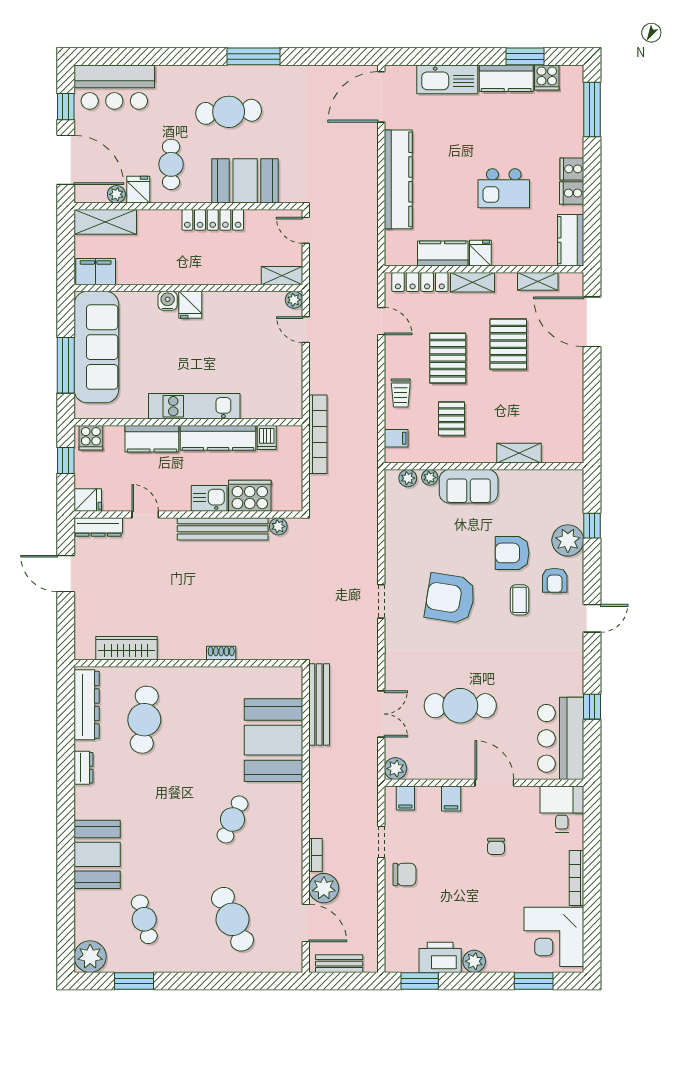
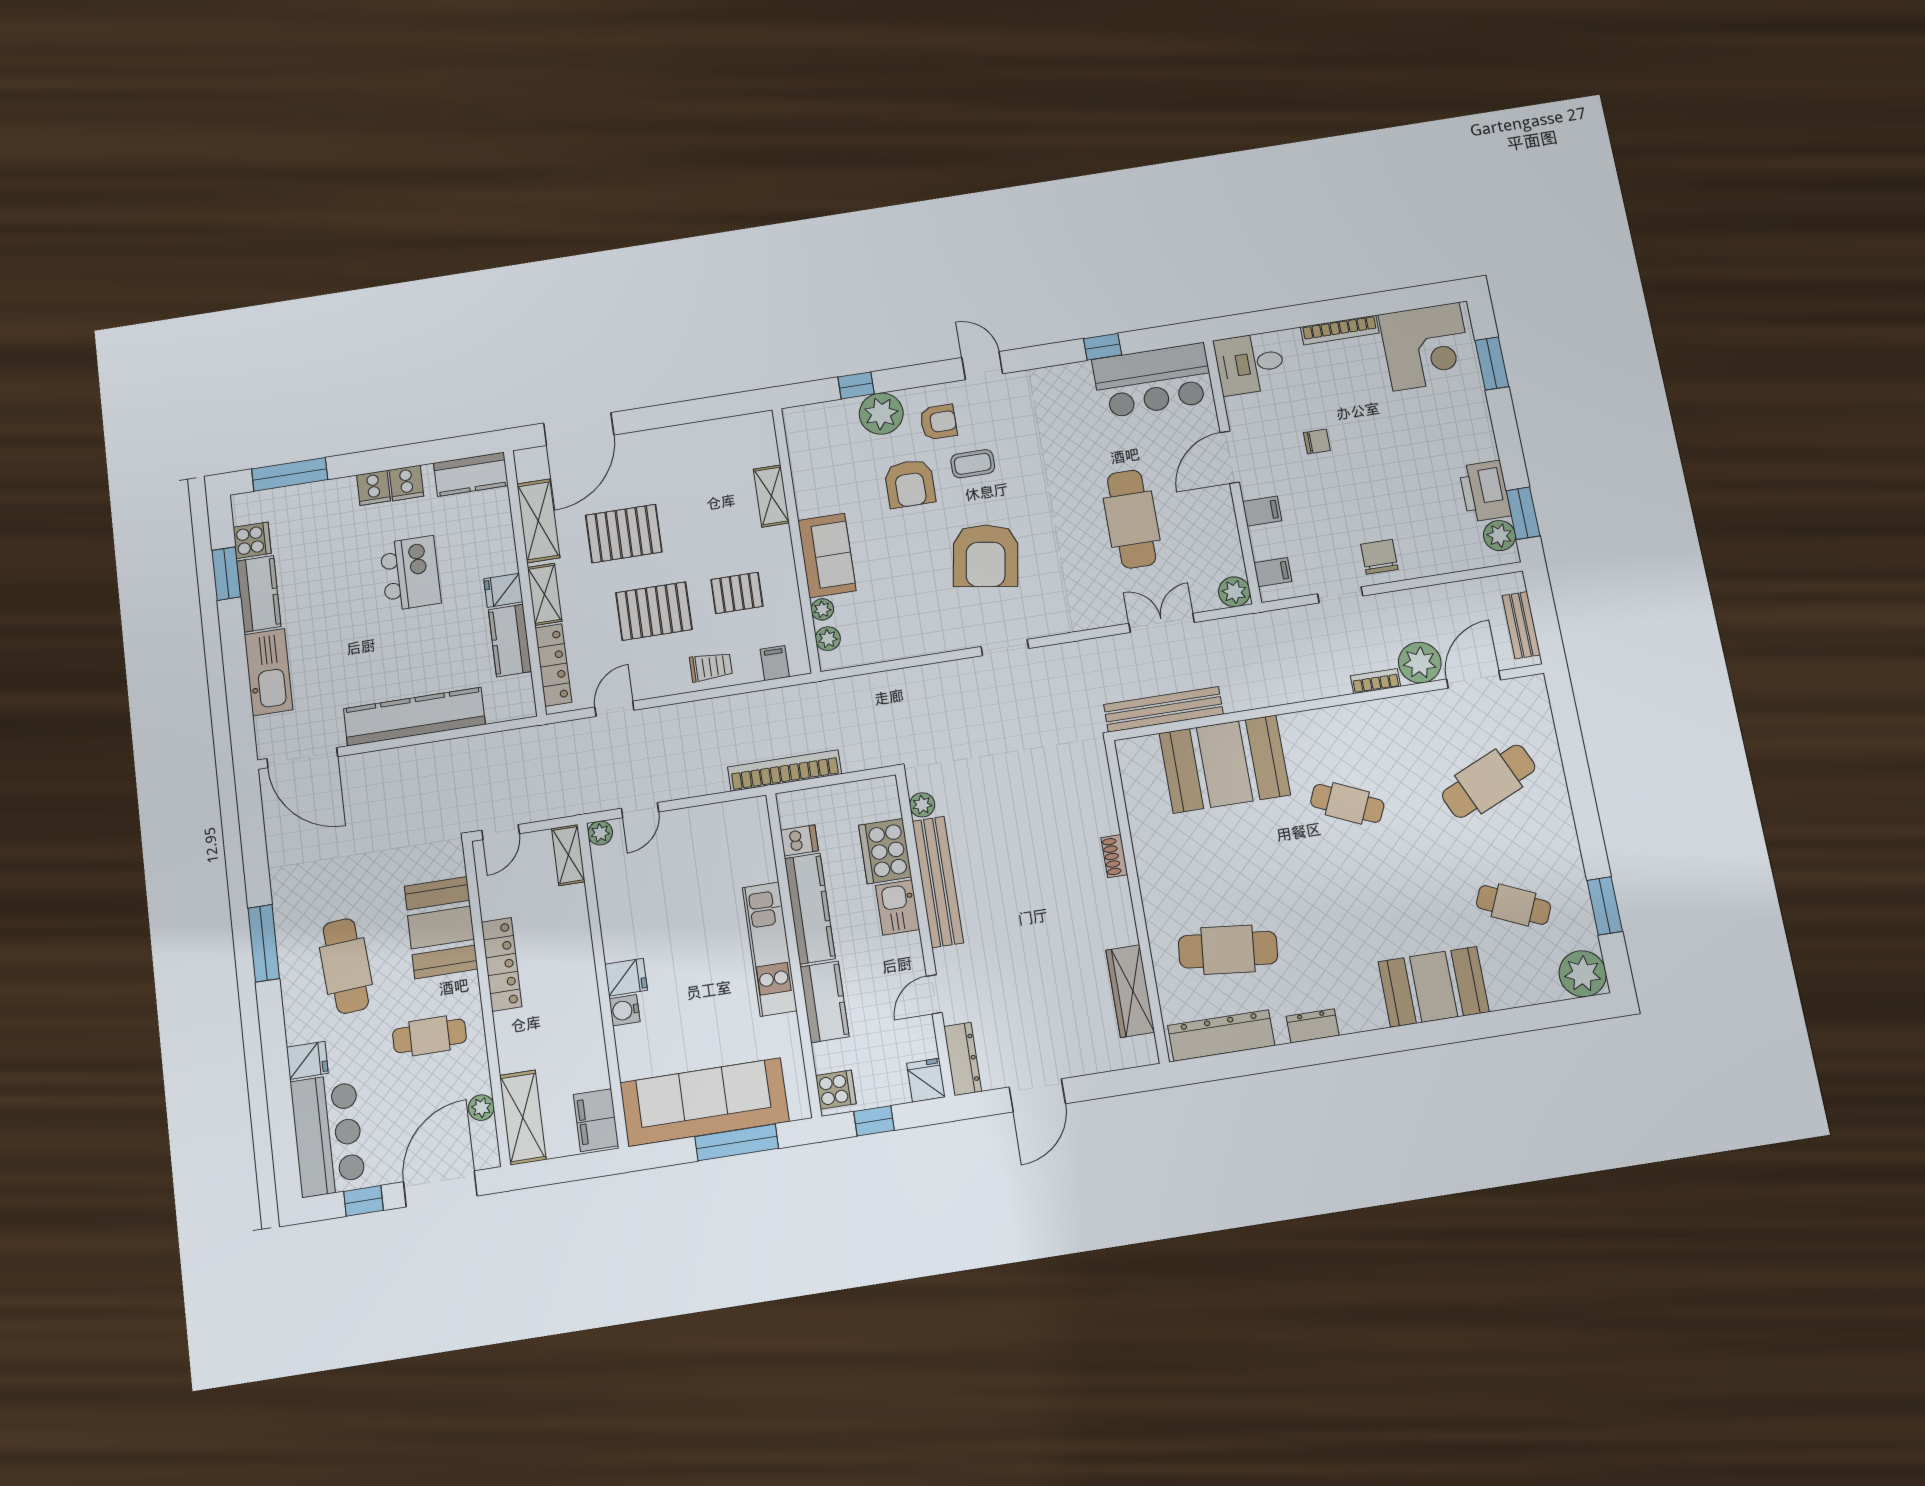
fridge: (138, 190) -> (307, 1060), moved, turned 180
shelving: (538, 281) -> (538, 521), width x1.50, depth x1.33
cafe table: (144, 919) -> (1513, 905), turned 39
plant: (474, 961) -> (1499, 536), moved

